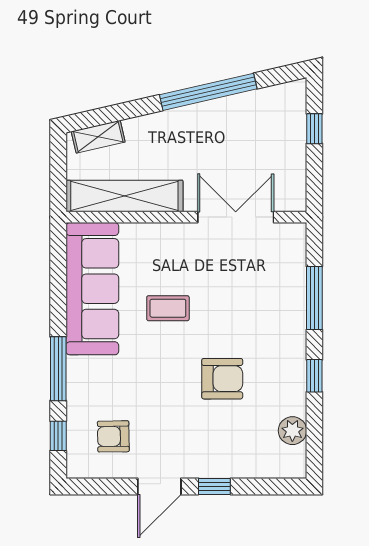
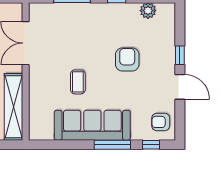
sofa: (92, 289) -> (92, 125), moved
armchair: (222, 379) -> (127, 59), moved
armchair: (113, 436) -> (161, 122), moved, turned 91

